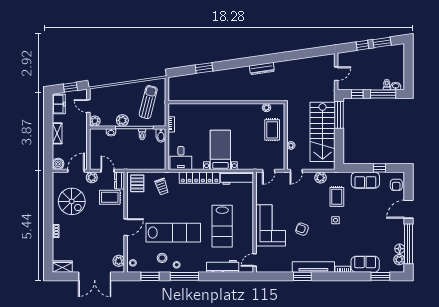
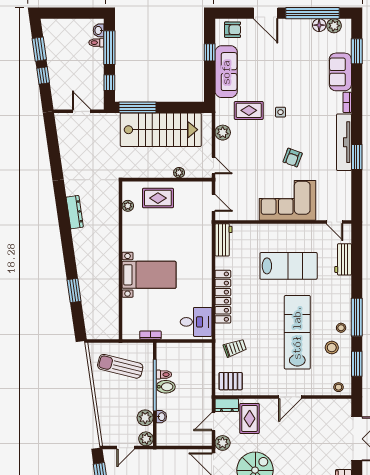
plant: (122, 120) -> (145, 418), moved
bidet: (161, 136) -> (166, 387), moved
bed with nightstands: (220, 150) -> (149, 275), moved, turned 180
workbench: (237, 178) -> (224, 240), width x0.73
sofa: (365, 180) -> (226, 72), width x1.36
door: (126, 227) -> (290, 397), swing flipped
plant: (119, 261) -> (336, 406), removed
workbench: (223, 266) -> (343, 259), width x0.73

